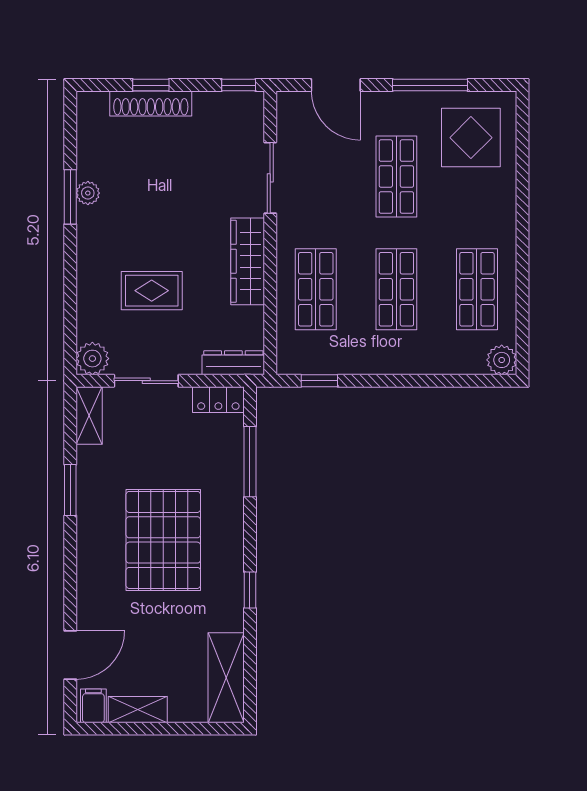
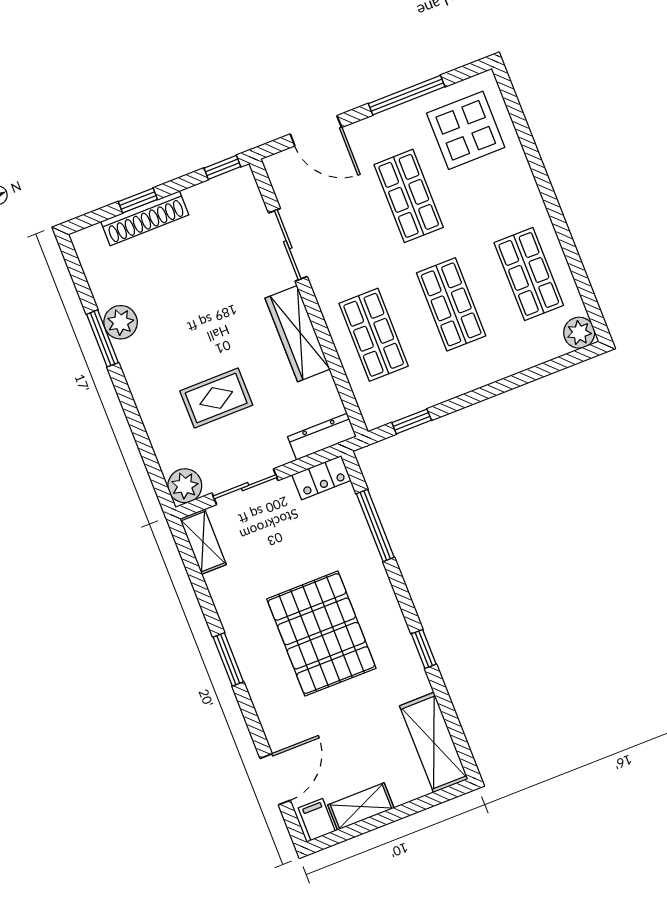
plant: (88, 193) -> (121, 322), width x1.38, depth x1.38
window: (70, 490) -> (228, 659), moved

